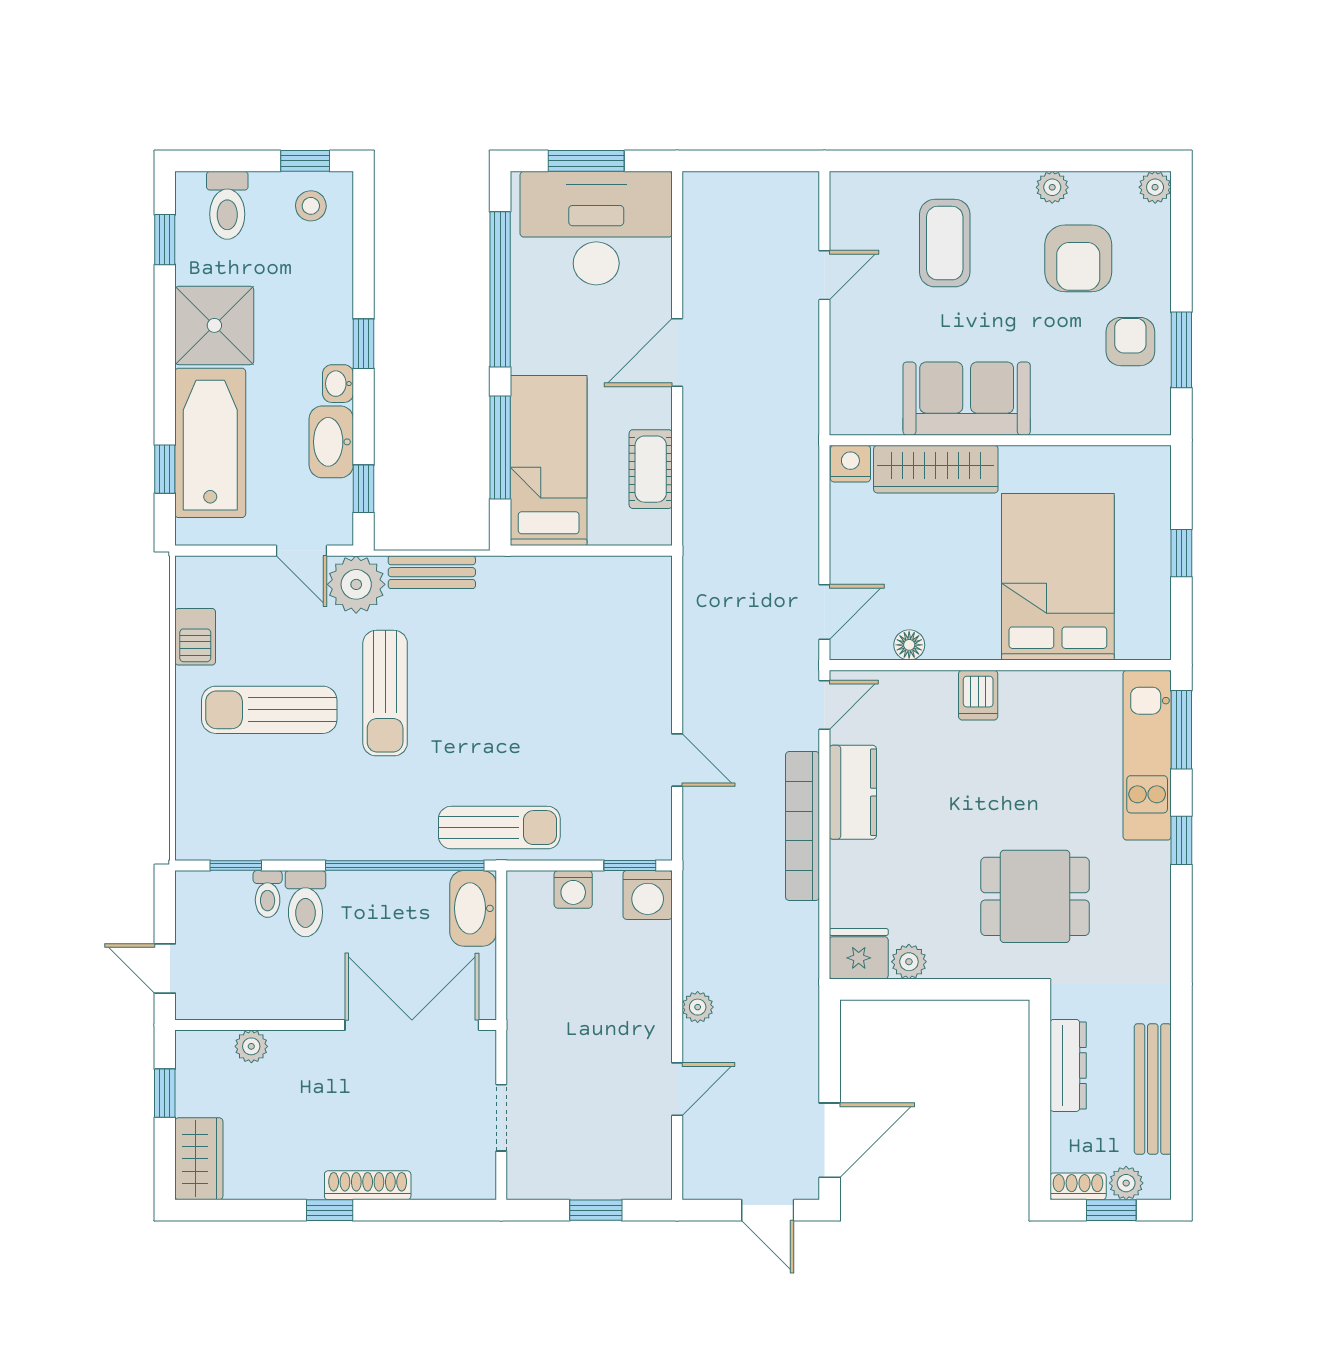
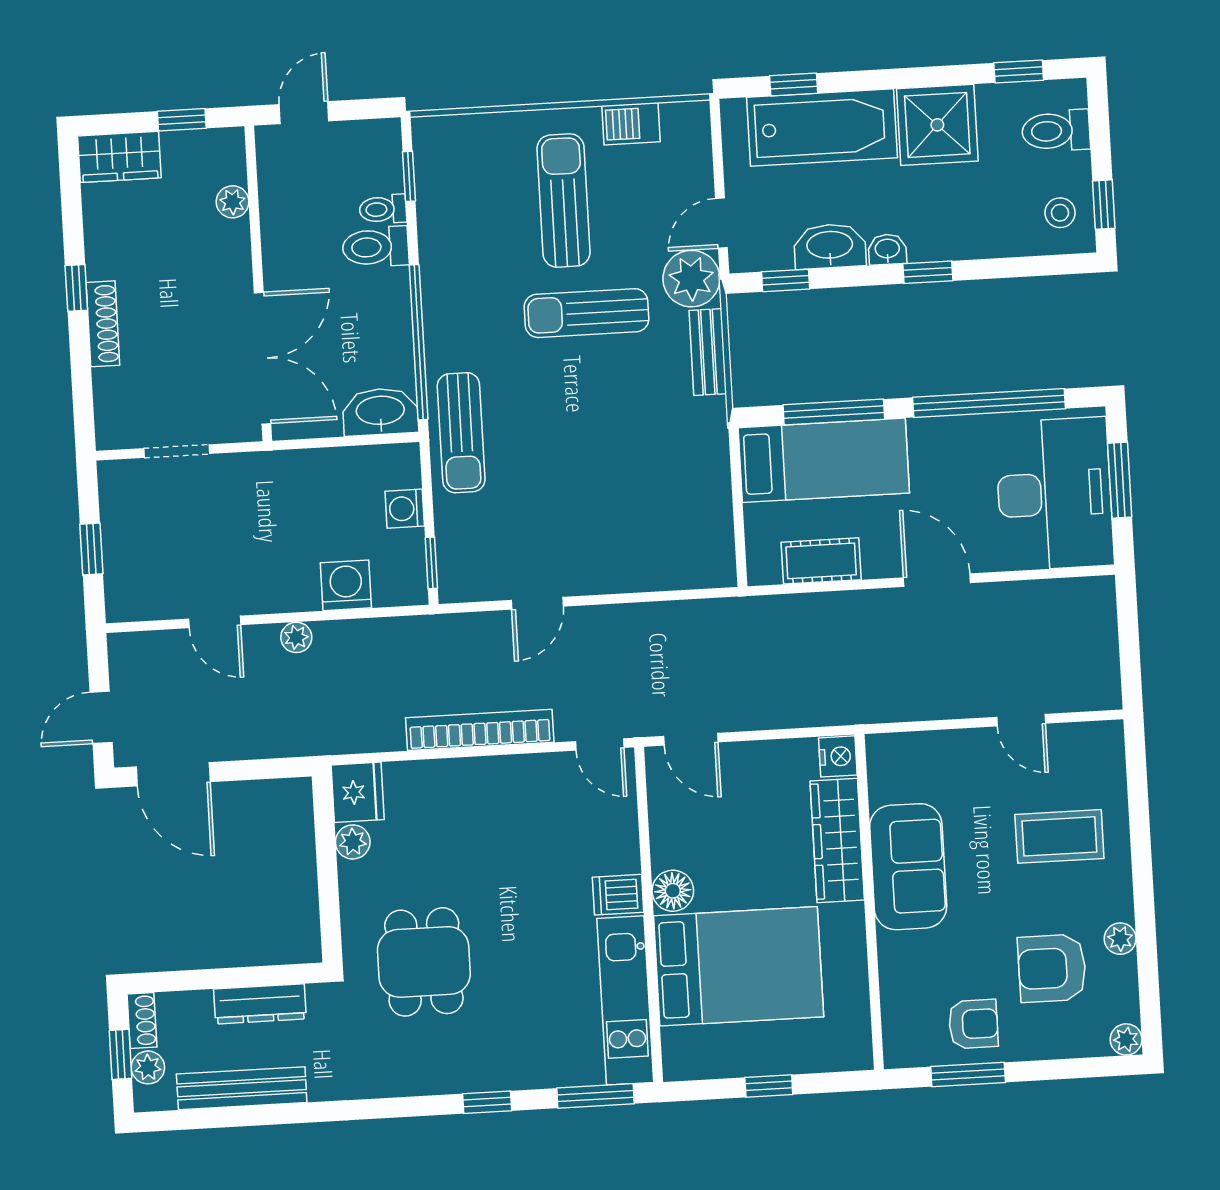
floor lamp: (909, 645) -> (673, 891), moved, width x1.37, depth x1.37
kitchen unit: (1147, 755) -> (625, 1000), moved, turned -90
kitchen counter: (853, 792) -> (516, 777), removed
washing machine: (648, 895) -> (346, 585), moved, turned 90

